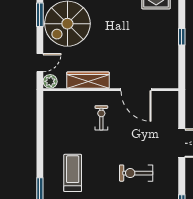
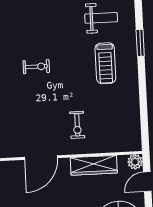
door: (136, 90) -> (41, 158), swing flipped
exercise bike: (136, 173) -> (36, 67), width x0.73, depth x0.72

